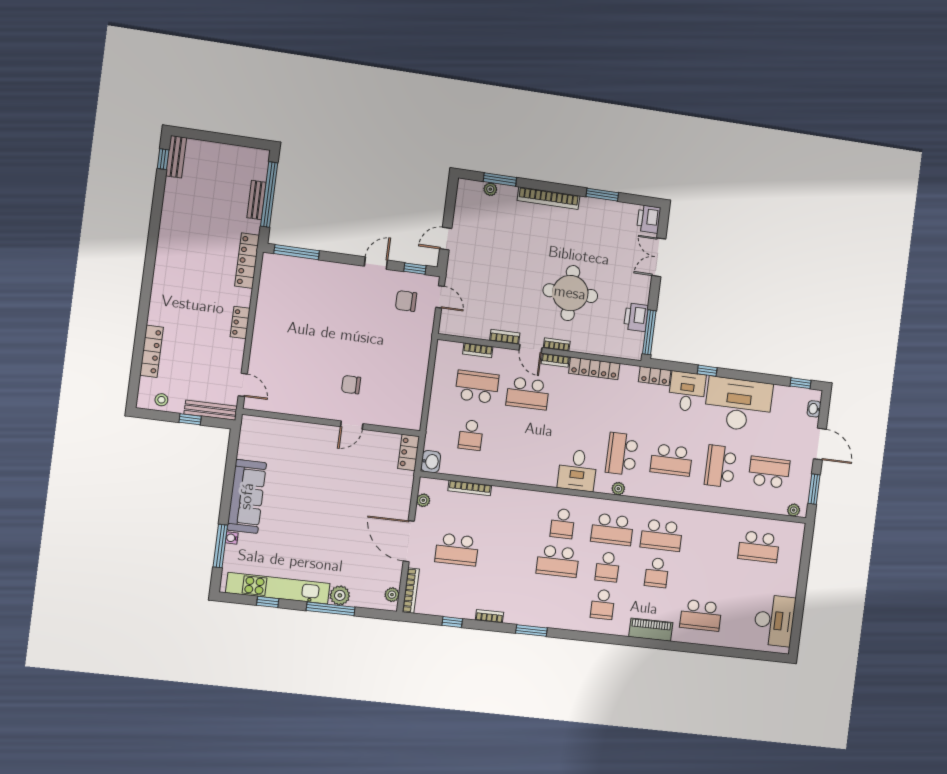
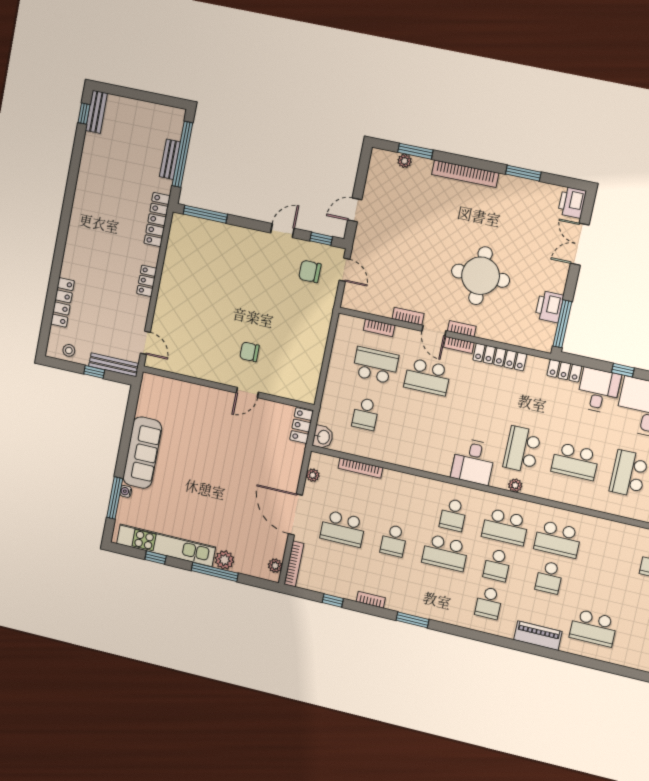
school desk: (508, 555) -> (394, 541), added

